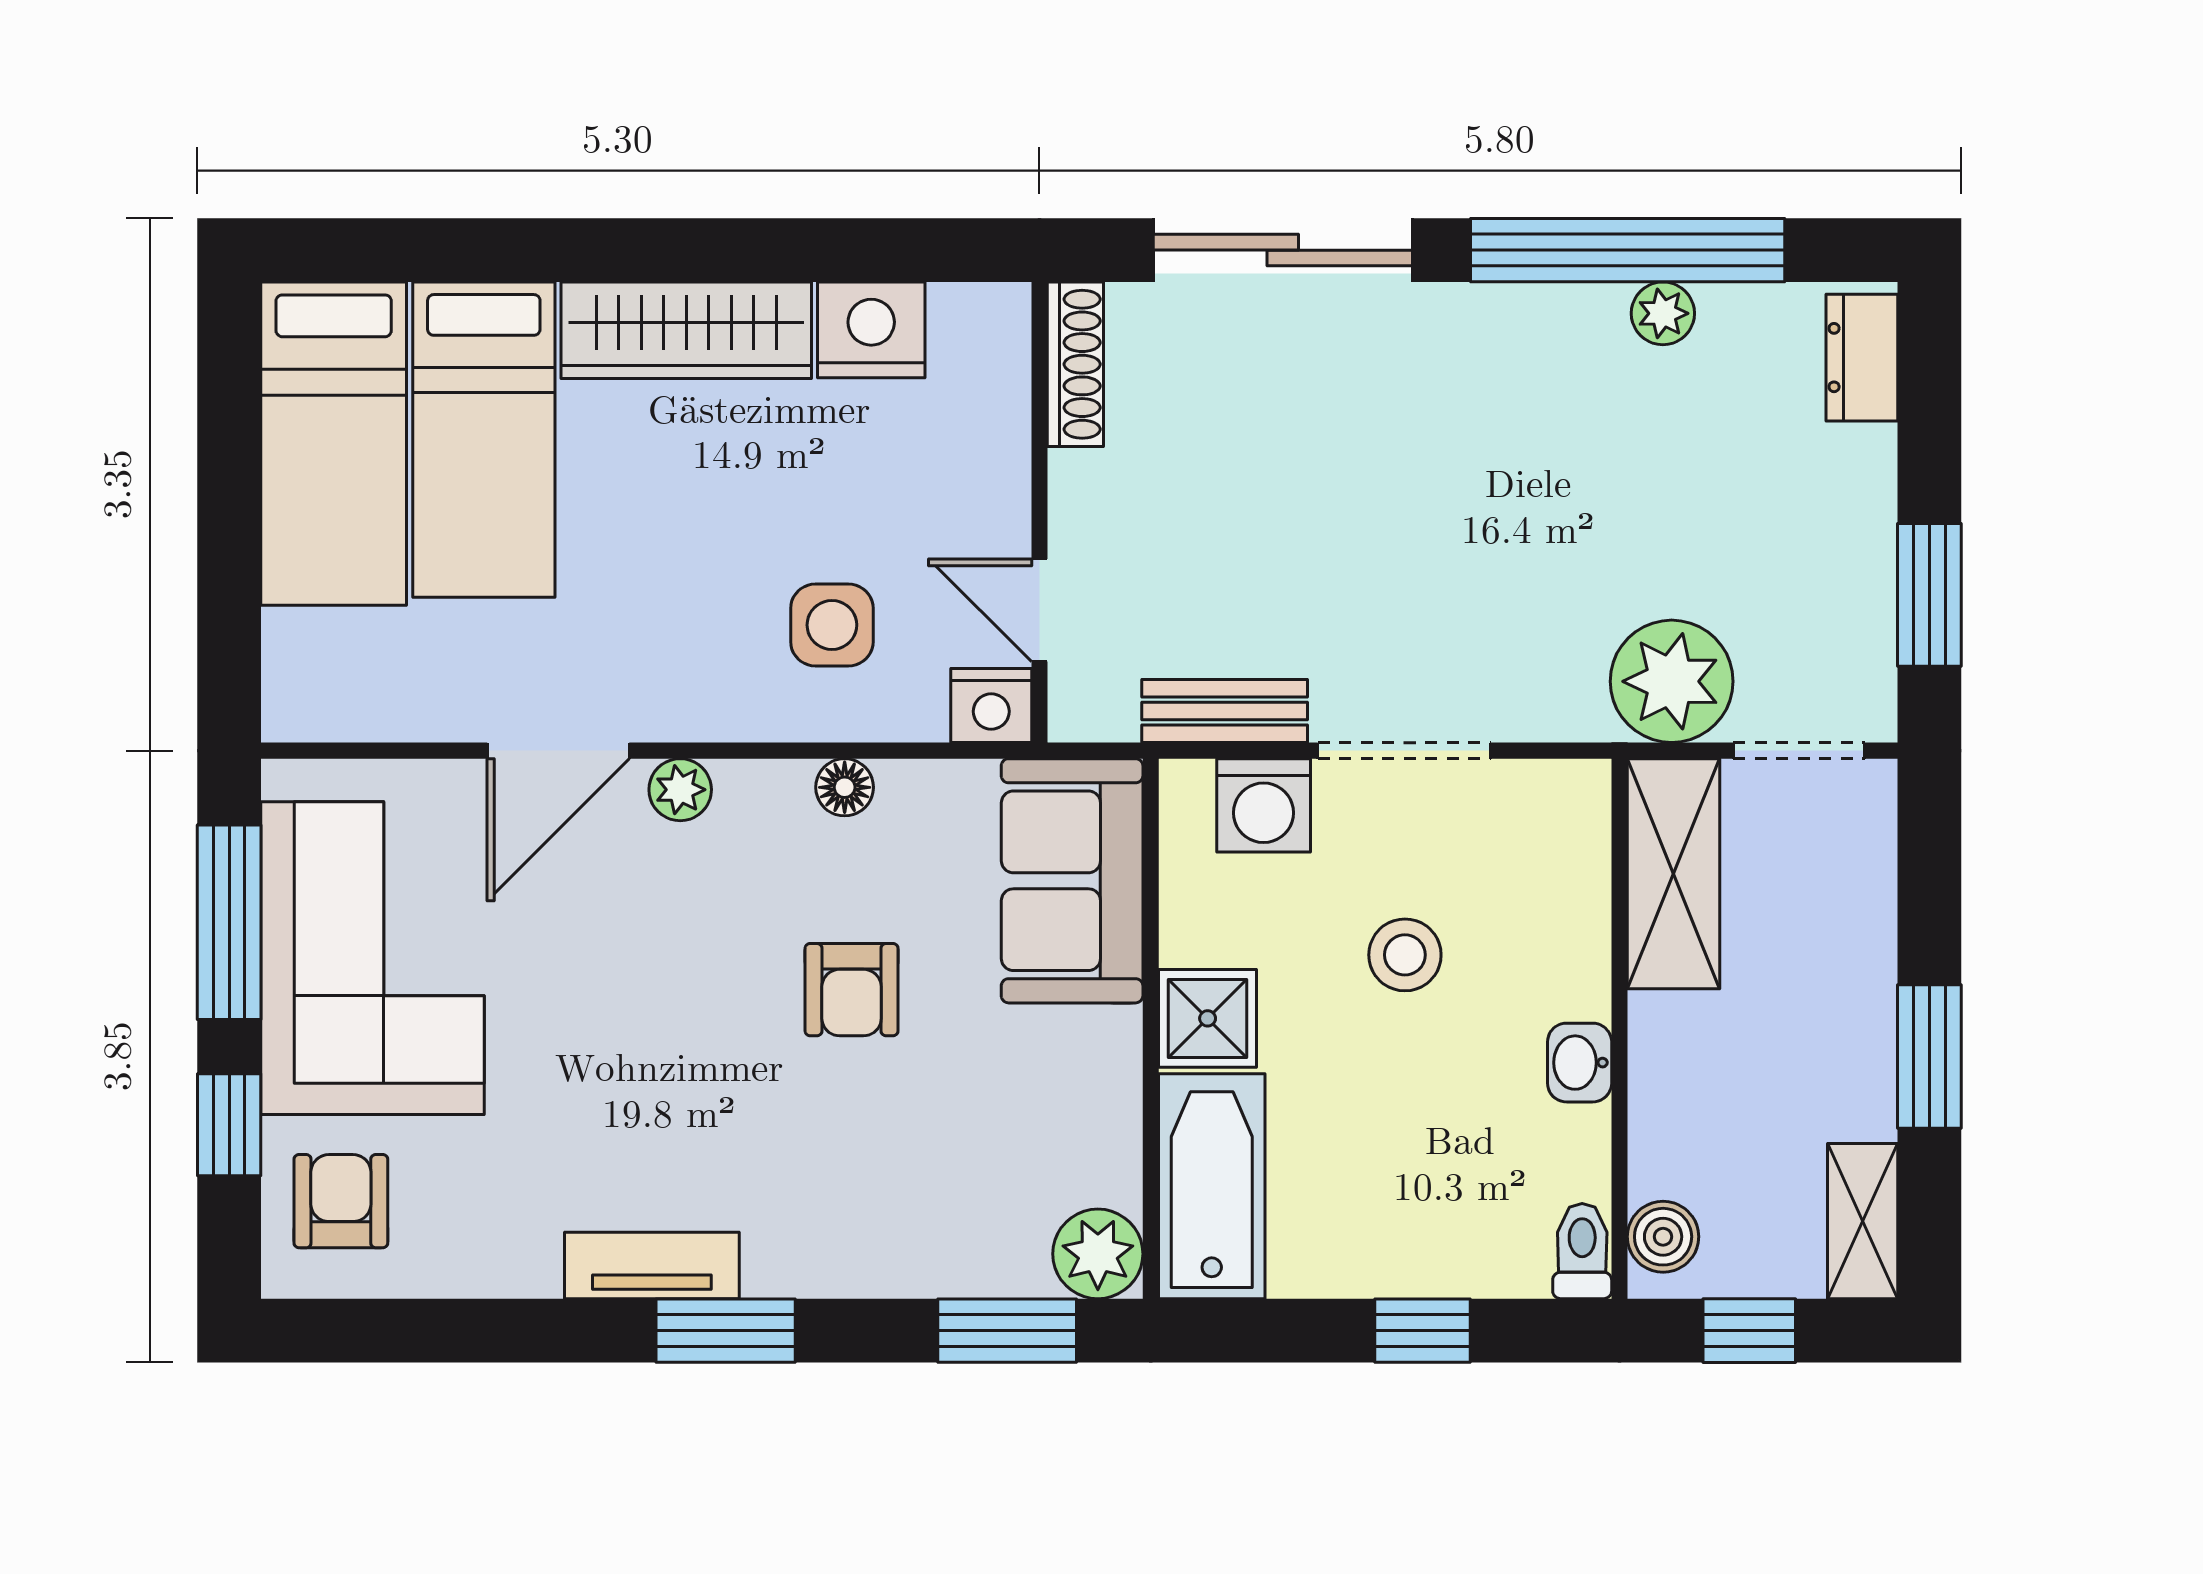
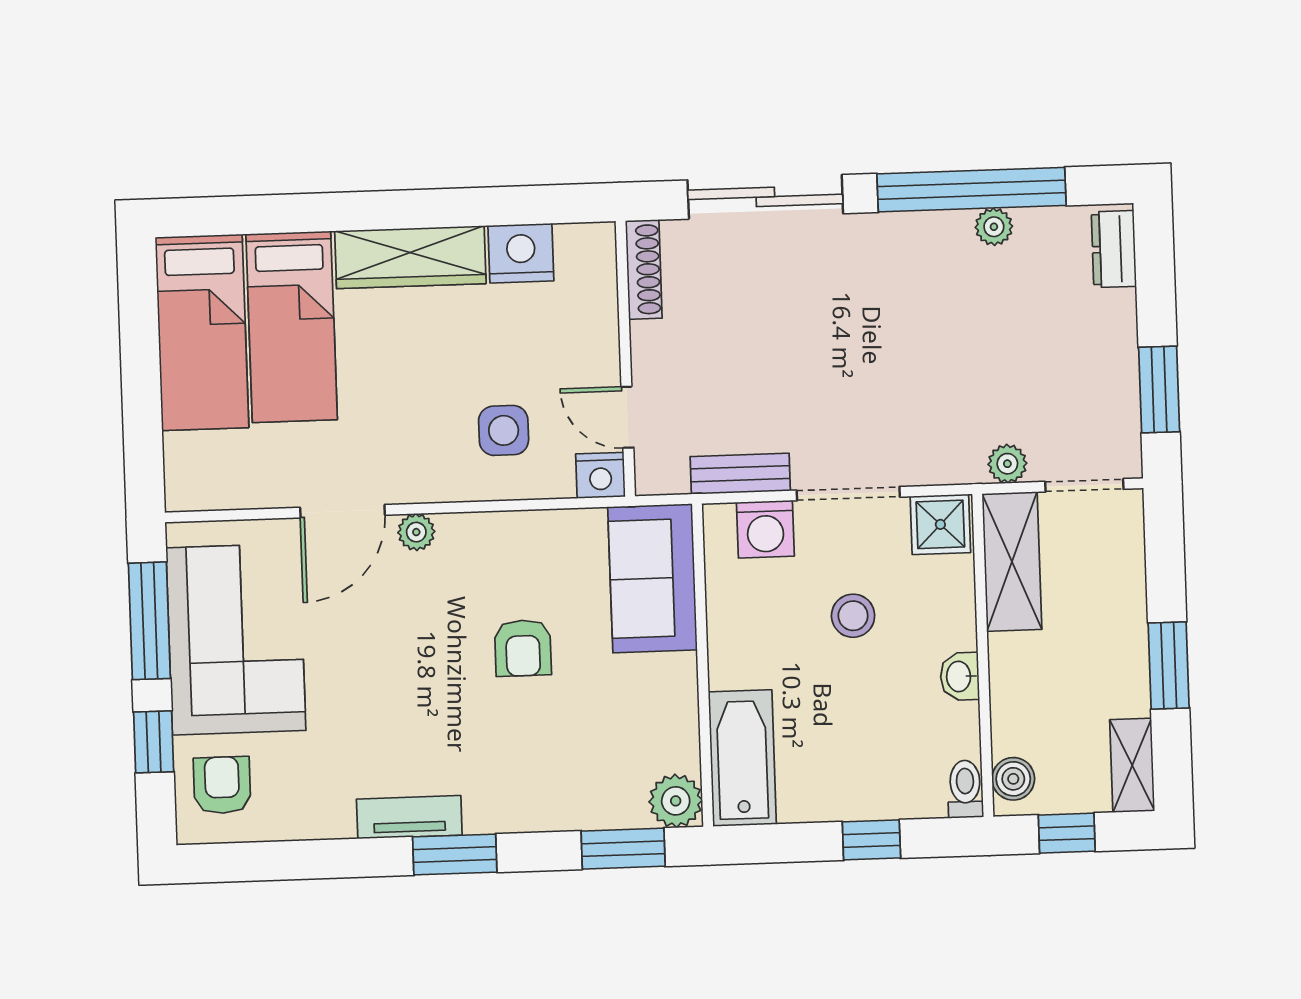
plant: (1672, 681) -> (1007, 464), width x0.53, depth x0.53
floor lamp: (845, 787) -> (515, 527), removed
shower: (1208, 1018) -> (940, 524), moved

